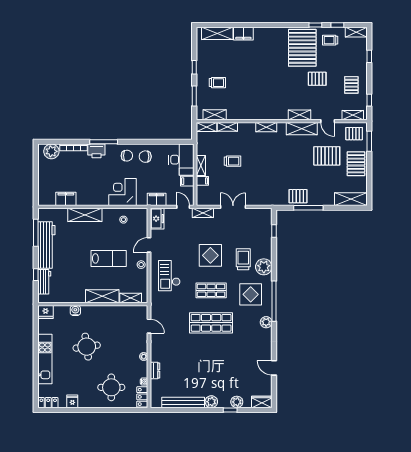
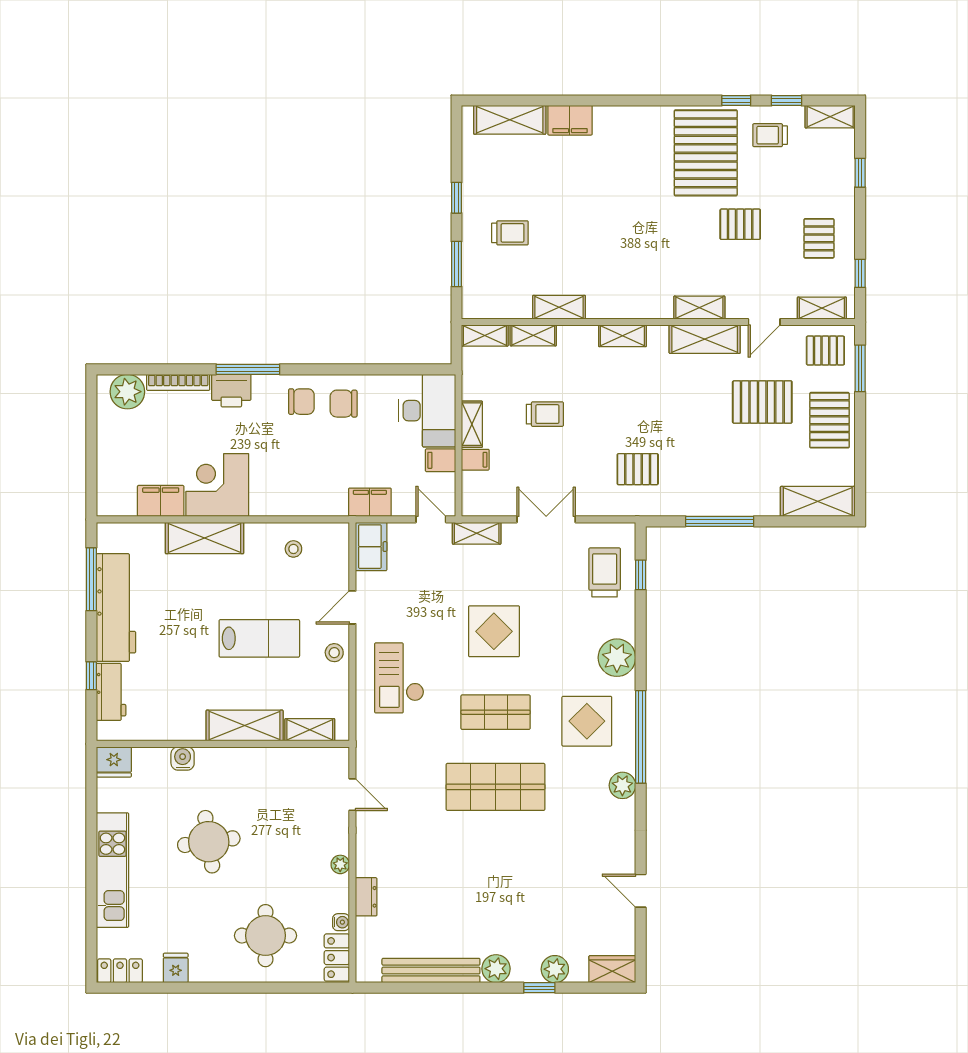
shelving: (215, 115) -> (559, 307), moved
door: (328, 121) -> (764, 322), hinge flipped
corner desk: (122, 192) -> (217, 485), moved
pallet: (298, 196) -> (638, 469), moved
trolley: (243, 259) -> (605, 572), moved

